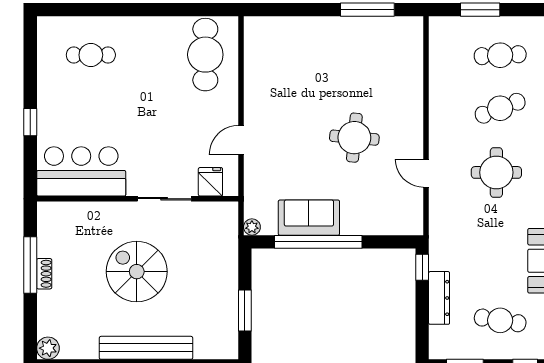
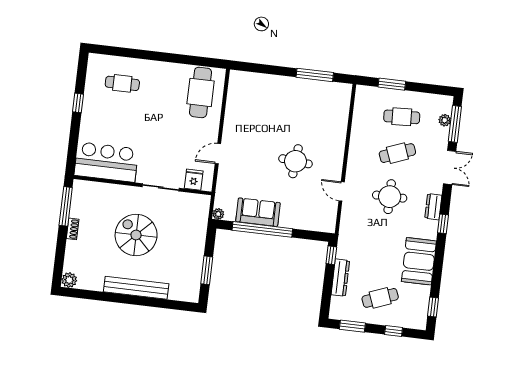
window: (30, 122) -> (78, 103), moved
window: (30, 265) -> (66, 206), moved
cafe table: (500, 320) -> (380, 298), turned -30

